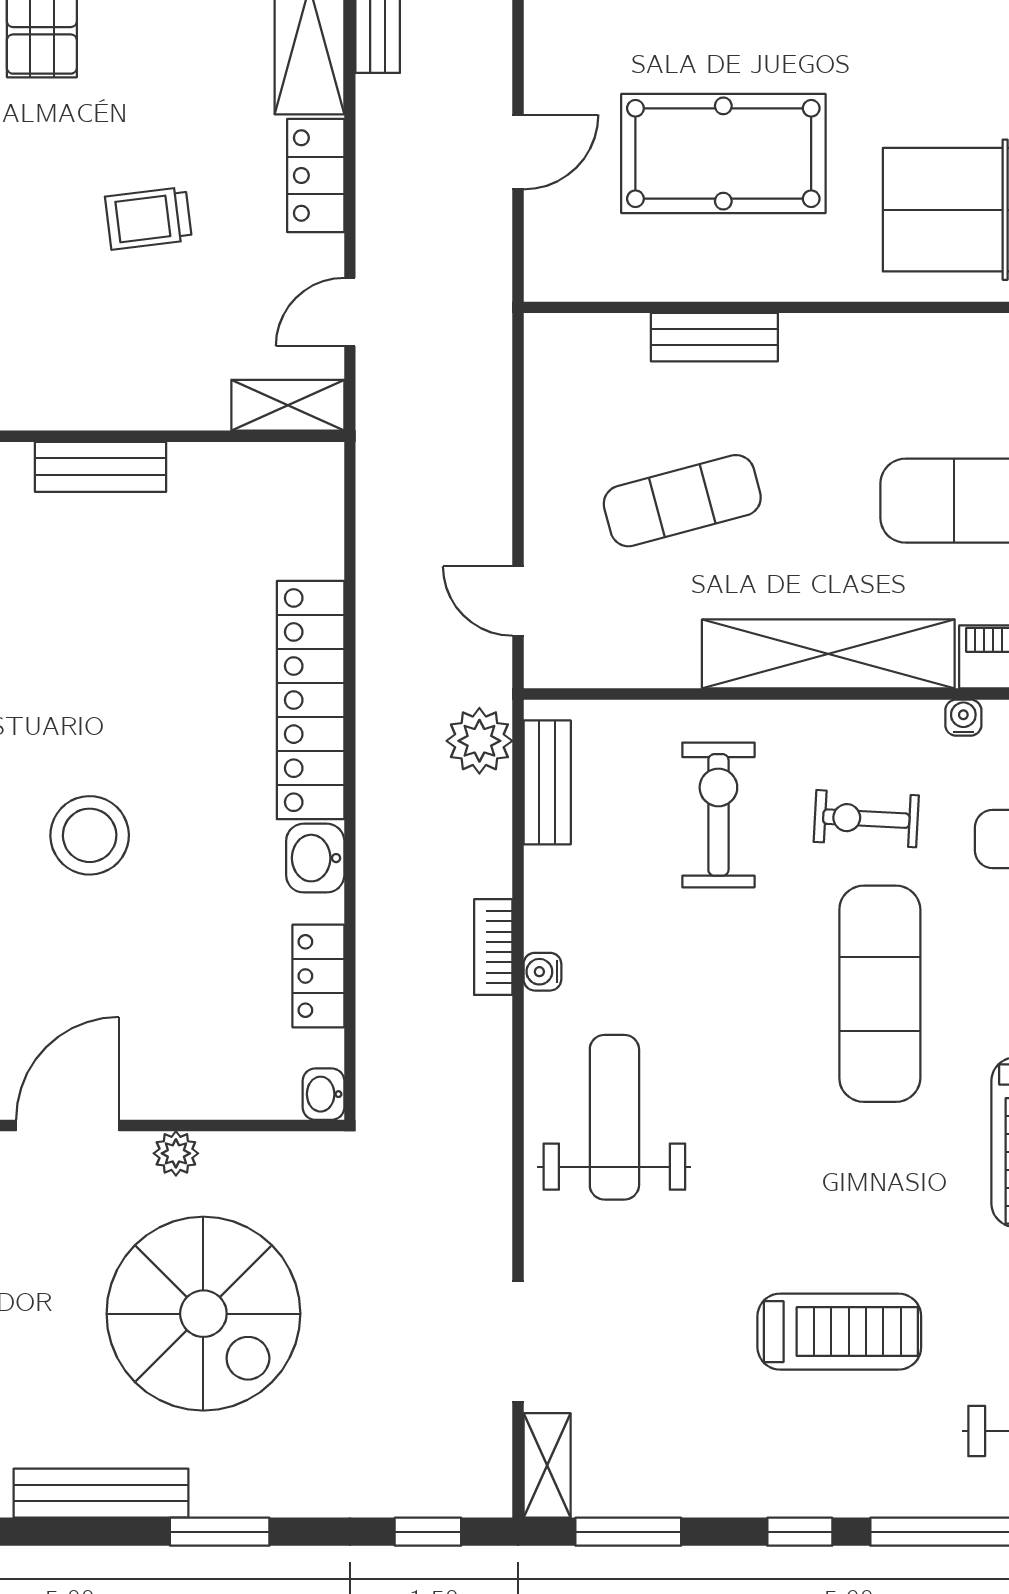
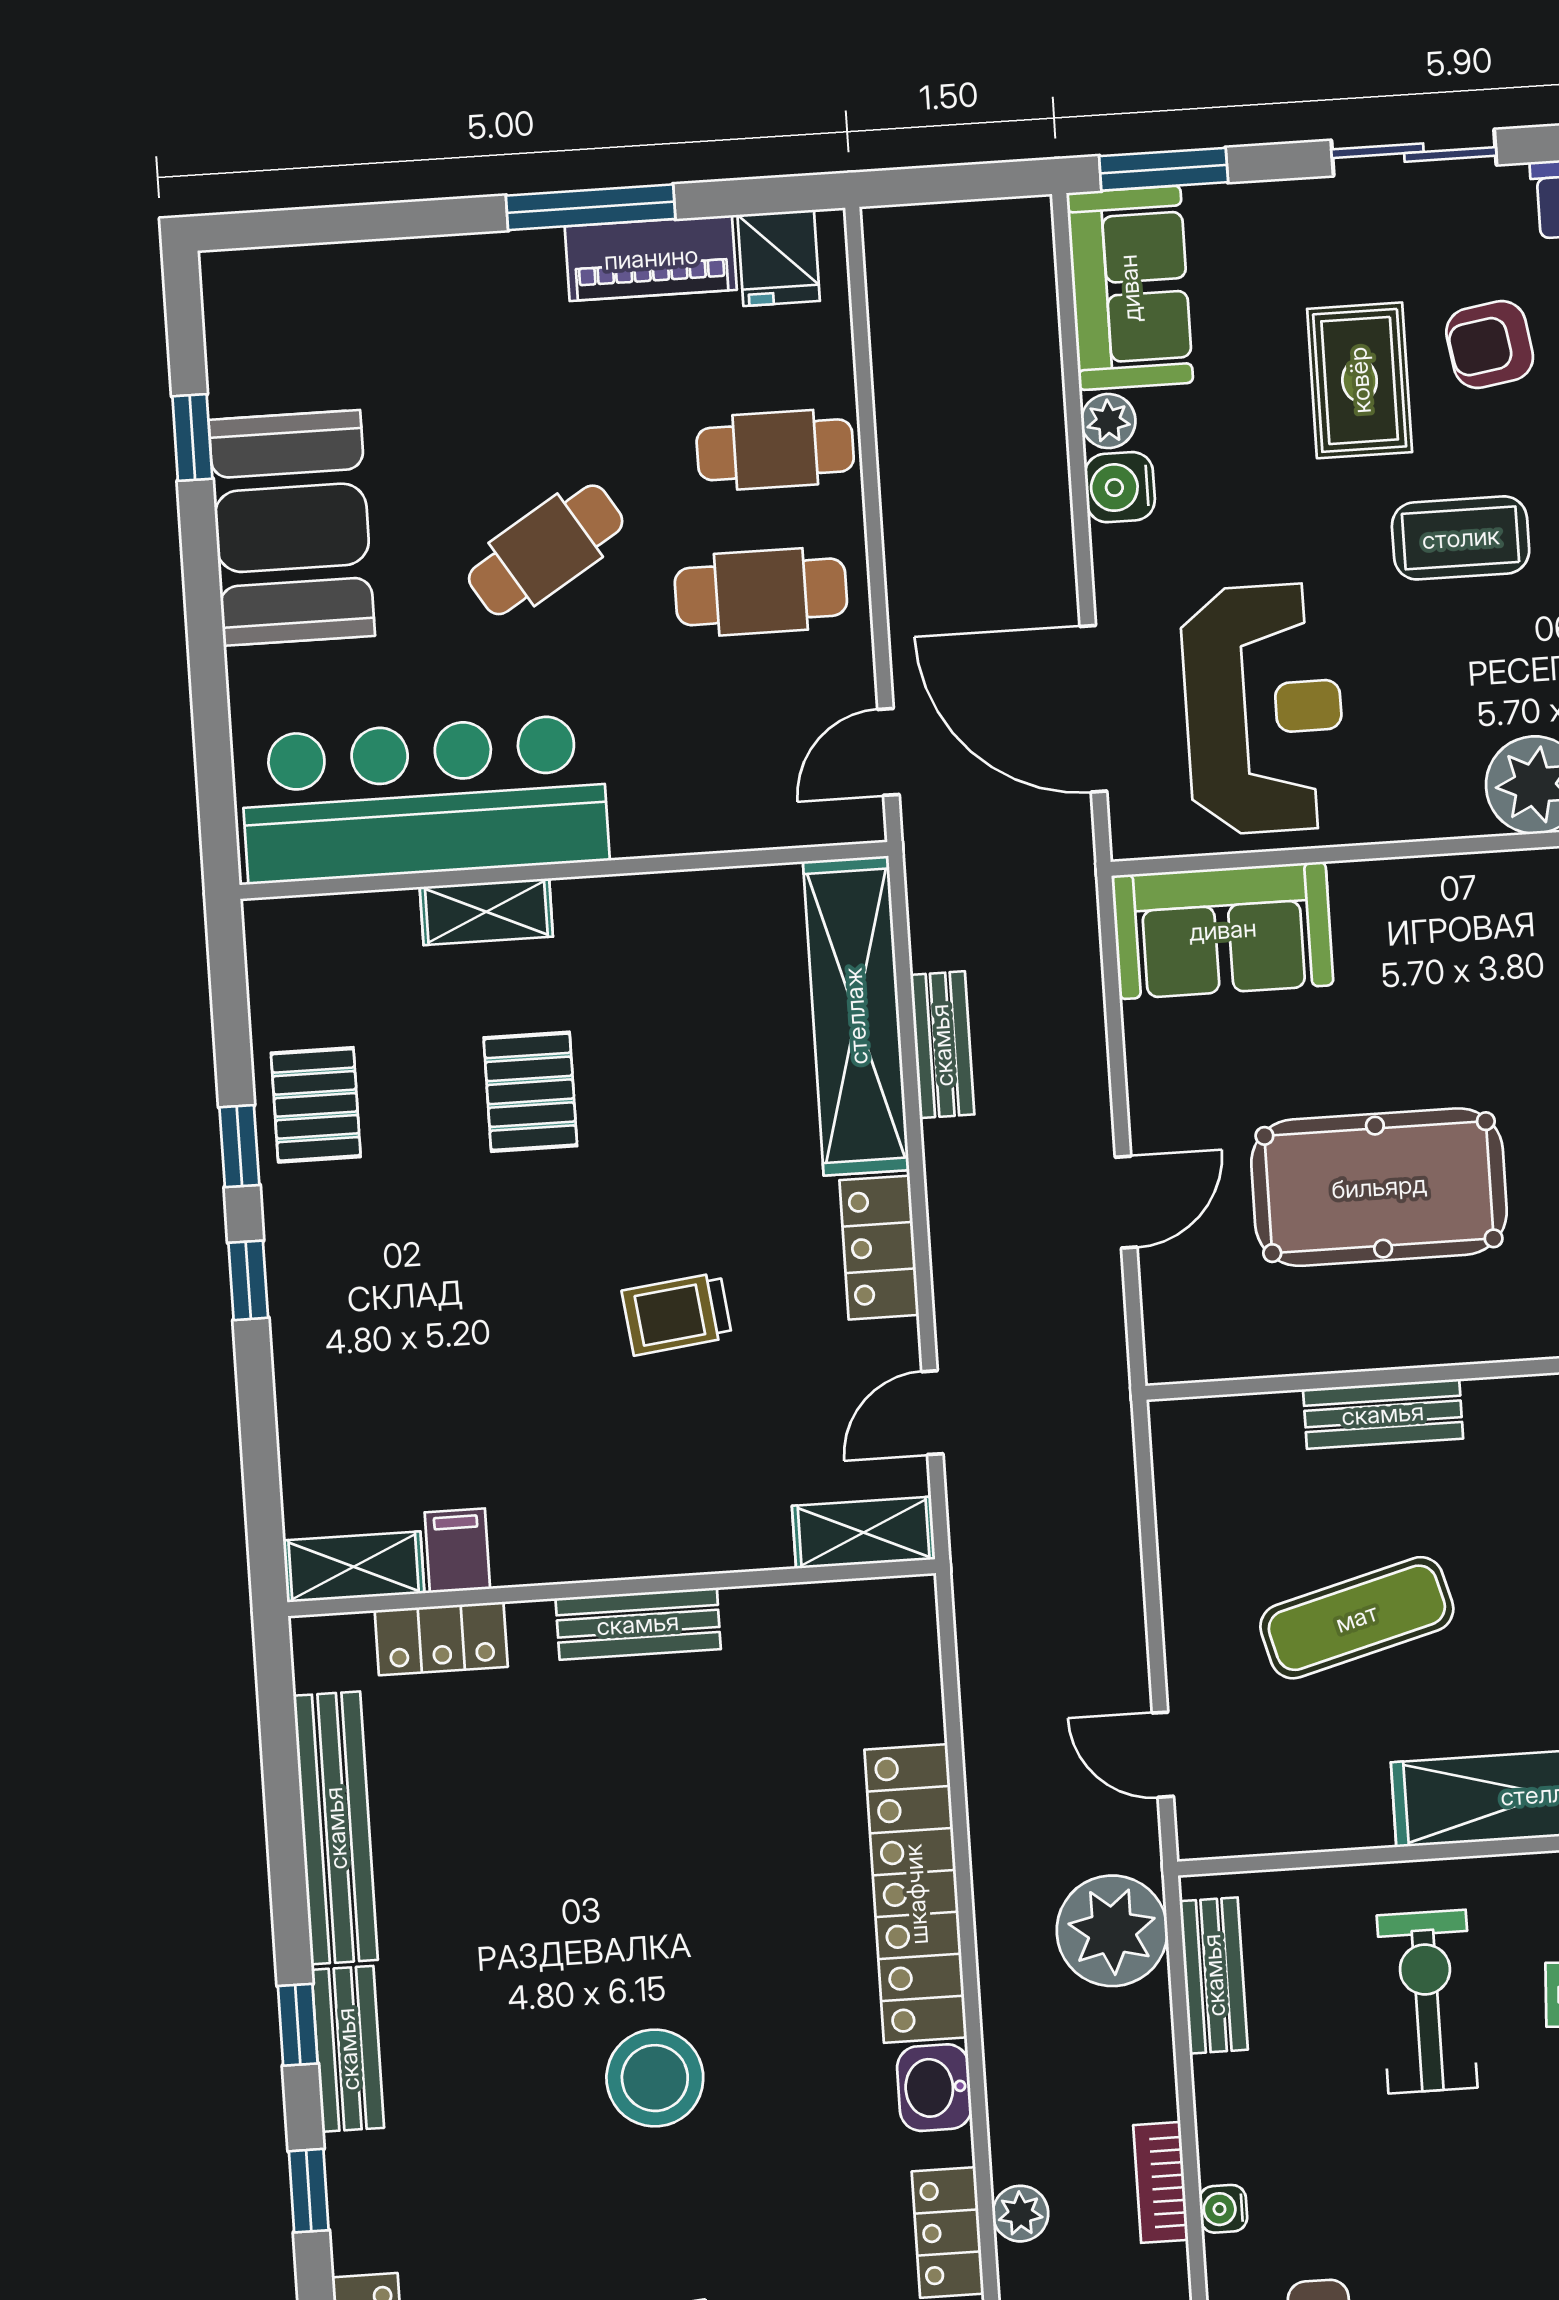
plant: (479, 741) -> (1112, 1931), width x1.36, depth x1.36
plant: (378, 965) -> (1020, 2214), added

